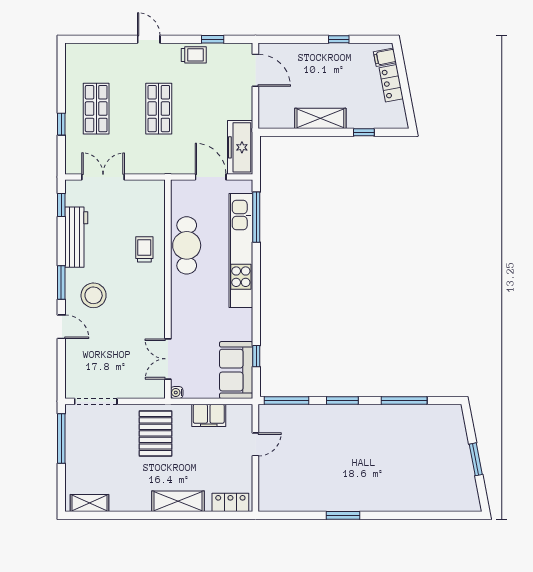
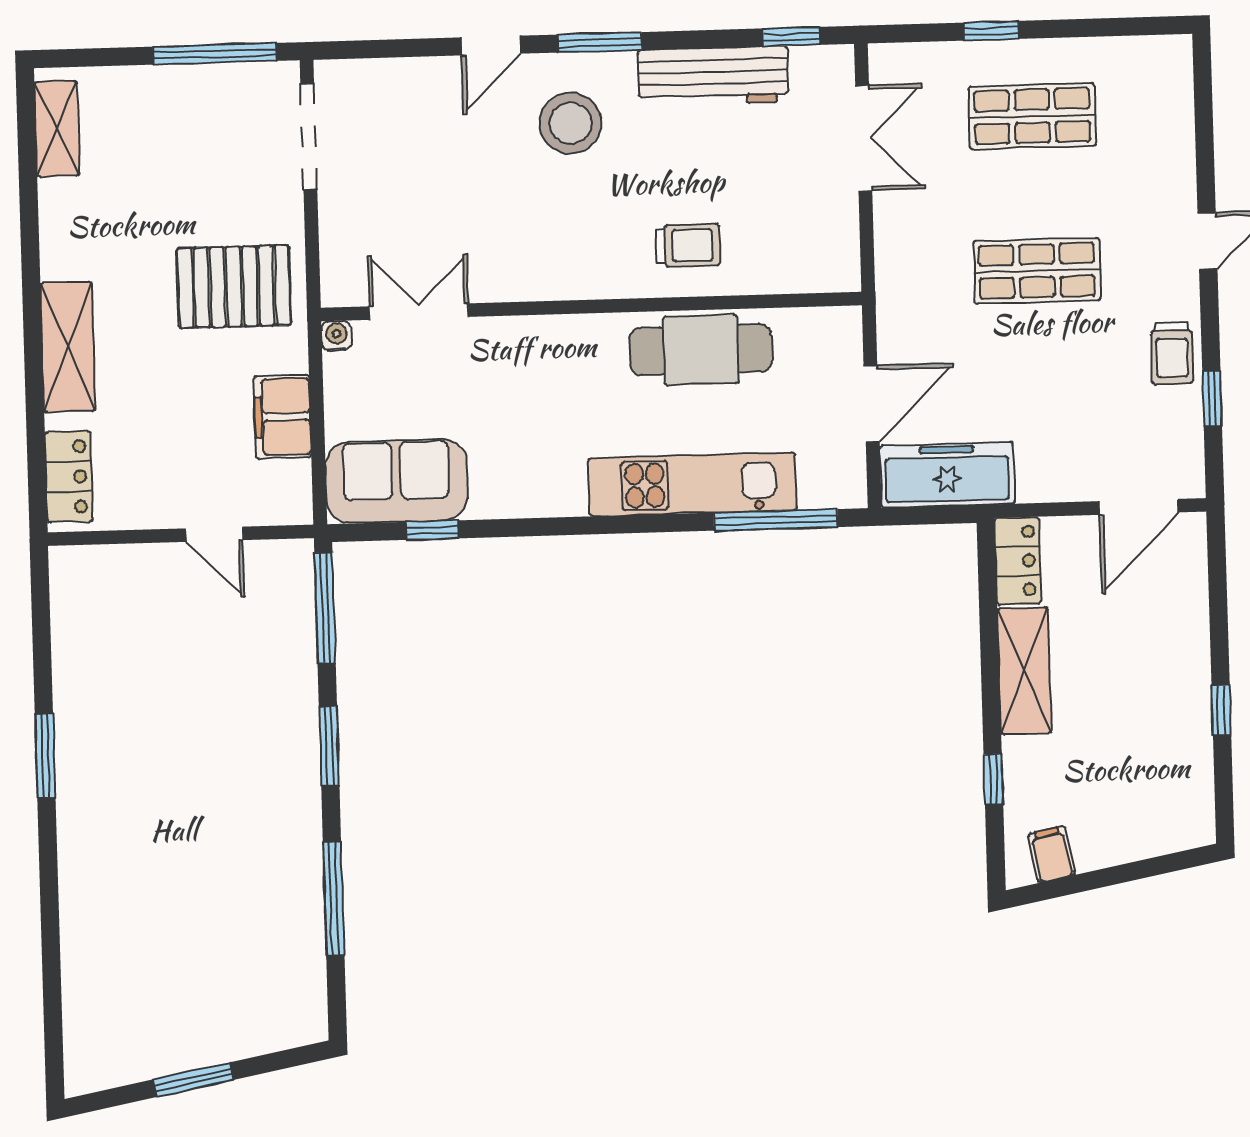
filing cabinet: (385, 57) -> (1051, 854), moved
locker: (391, 83) -> (1018, 561), moved, turned 101
kitchen unit: (241, 250) -> (692, 484), width x0.73

